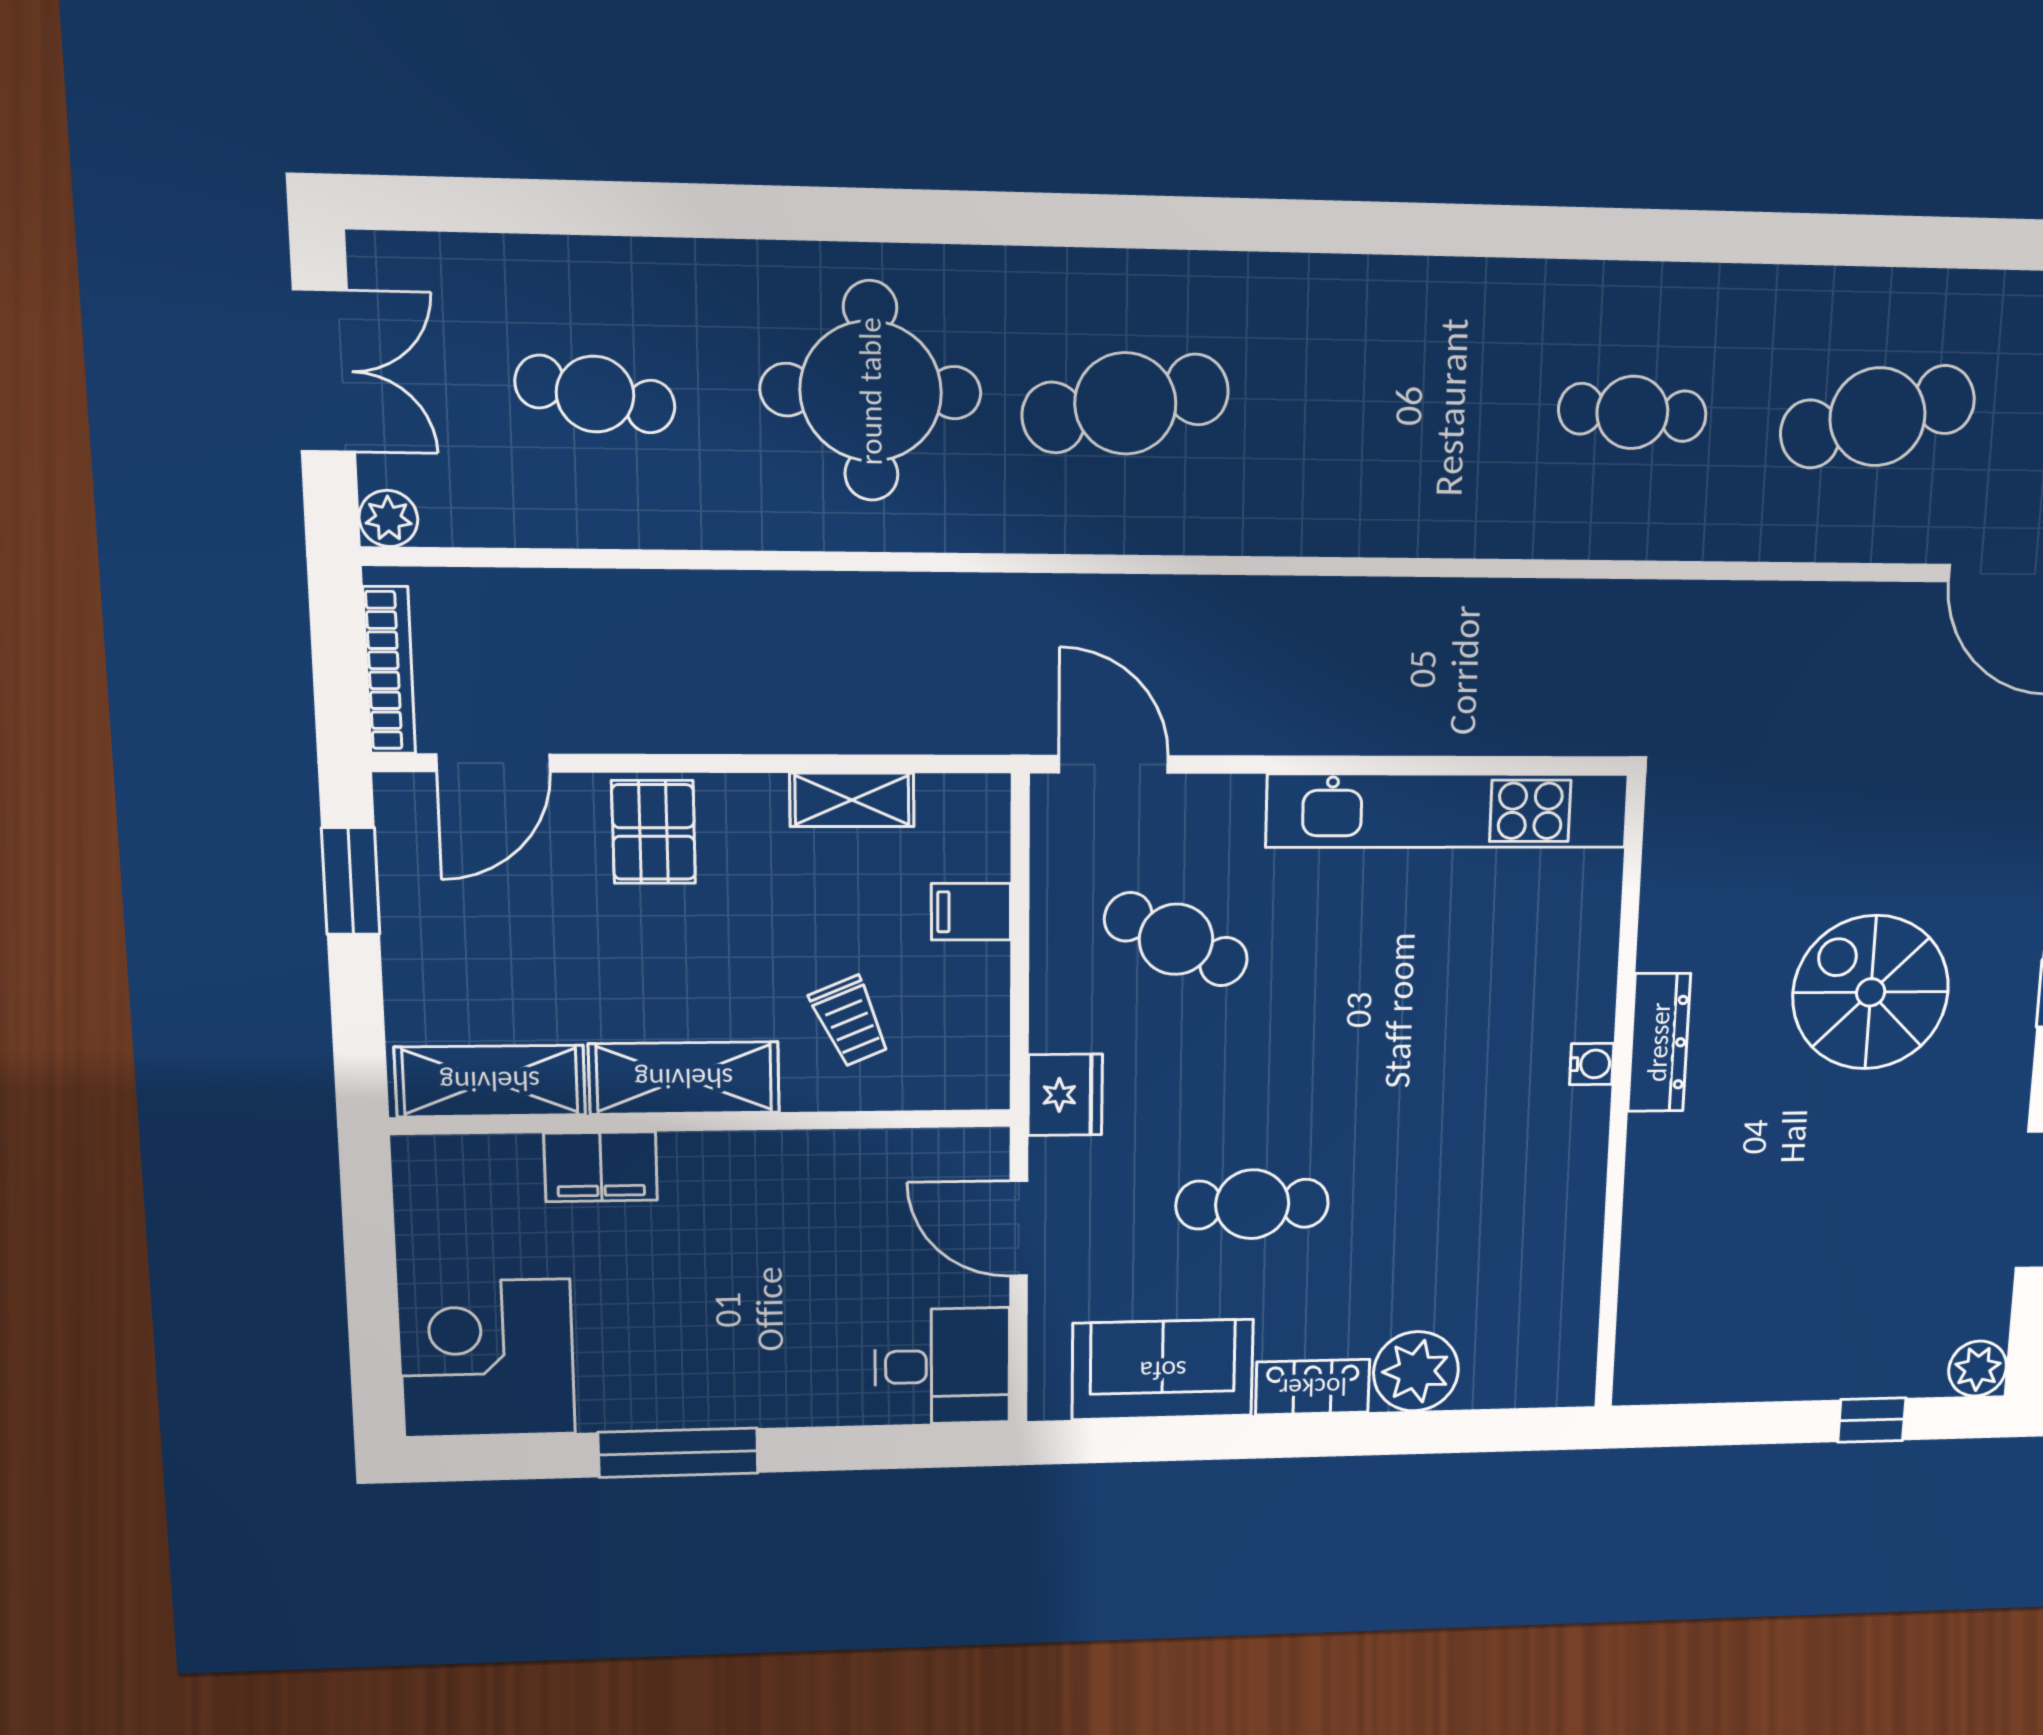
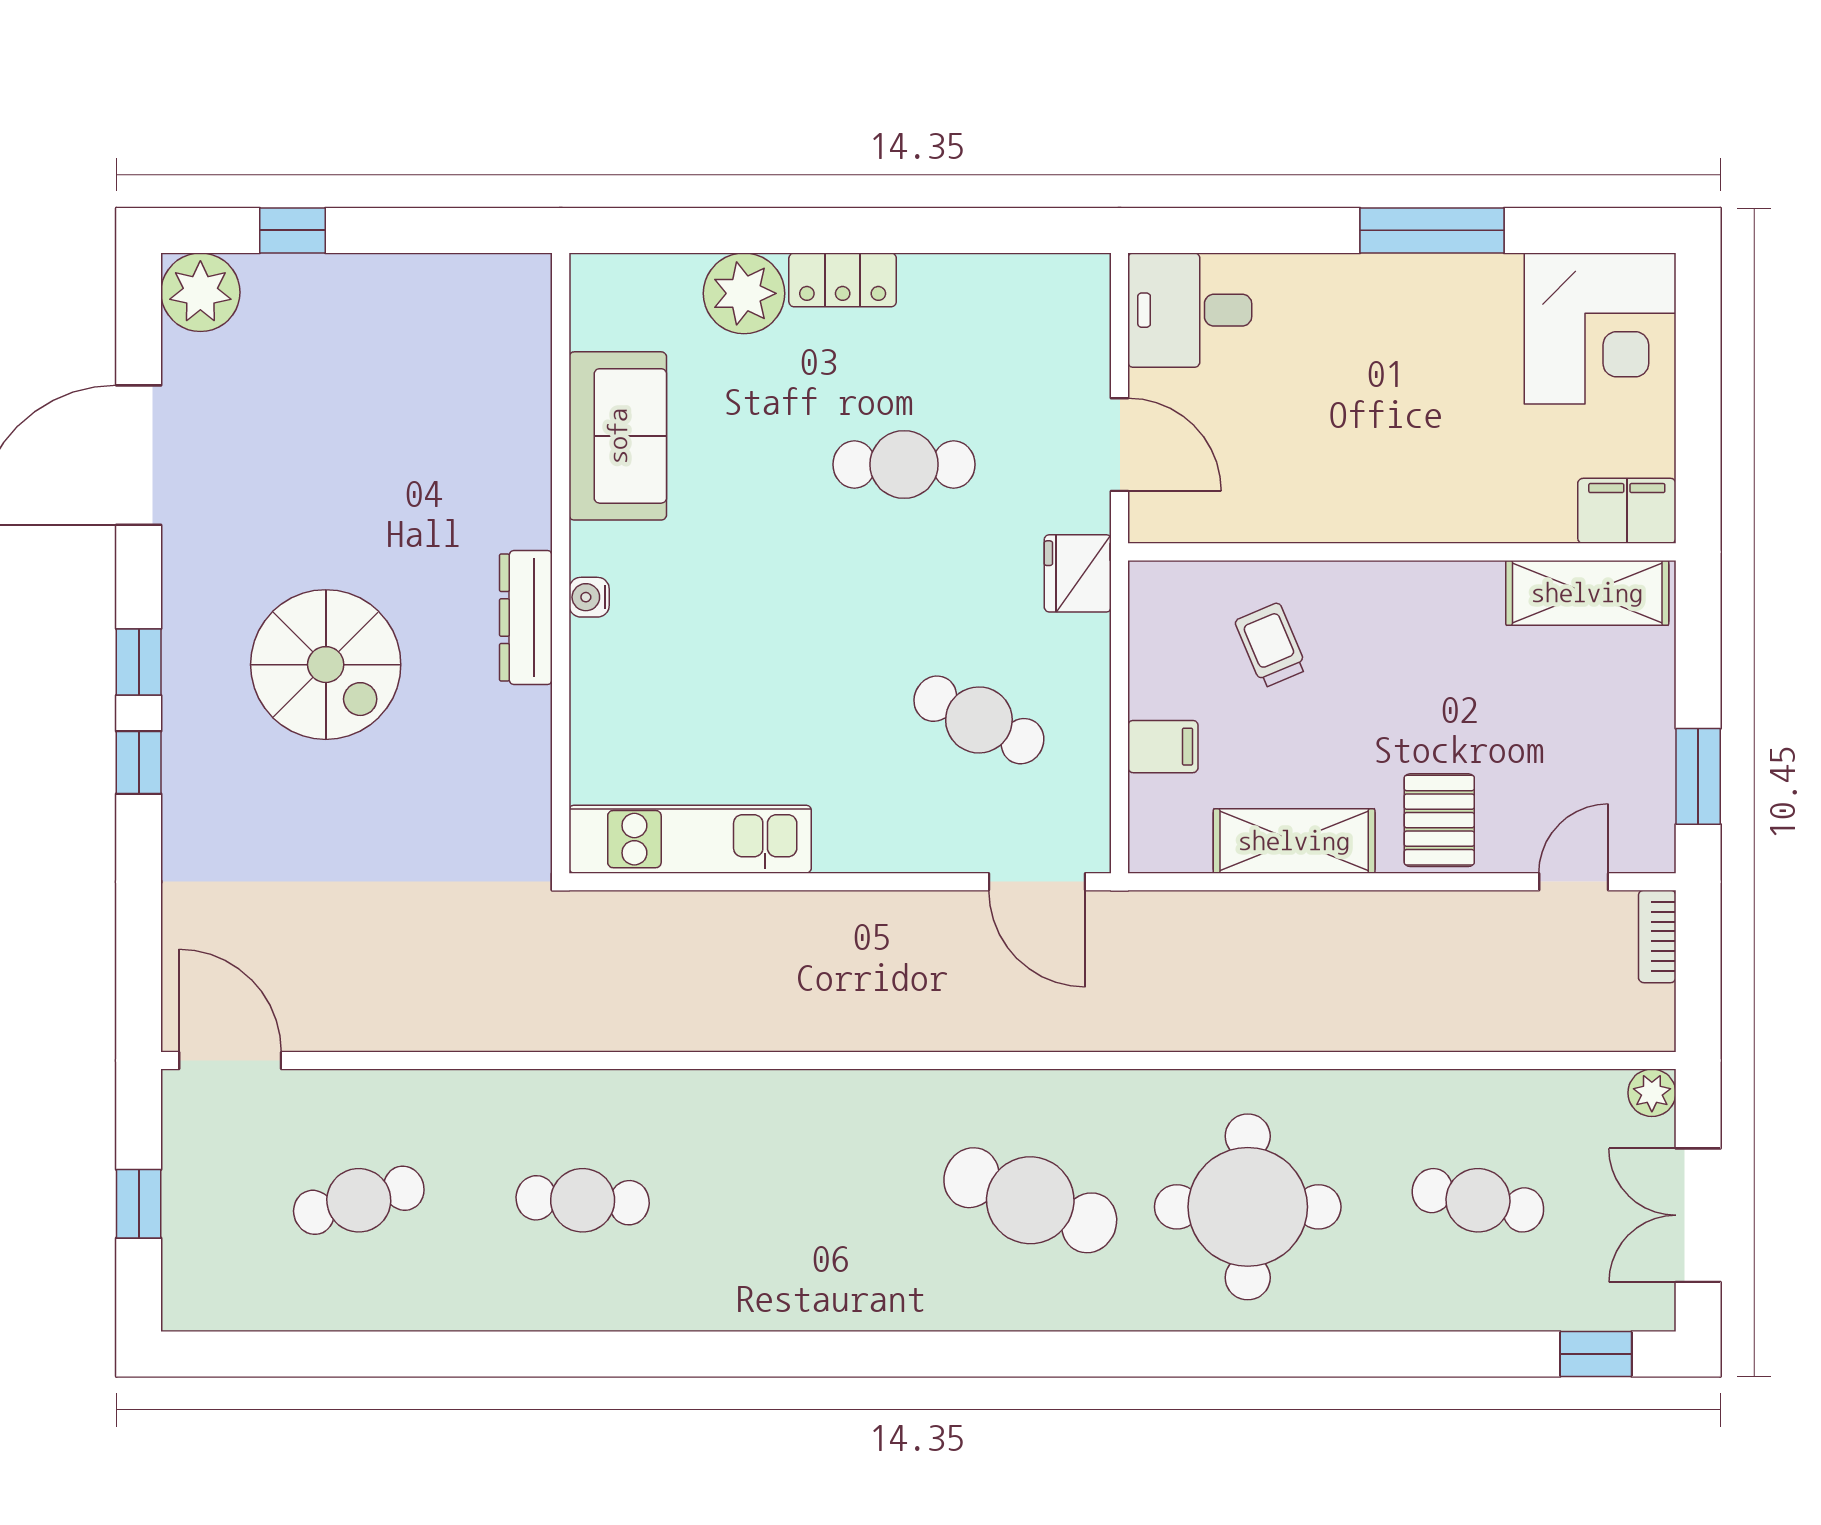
window: (443, 204) -> (1596, 1354), added
cafe table: (1125, 403) -> (1030, 1200), turned 33
cafe table: (1878, 417) -> (359, 1200), width x0.73, depth x0.74
bookcase: (389, 670) -> (1657, 936), width x0.64
door: (493, 763) -> (1574, 882), width x0.73
shelving: (852, 800) -> (1294, 841), width x1.50, depth x1.33
kitchen unit: (1448, 811) -> (690, 839), width x0.73
shelving: (684, 1078) -> (1418, 593), removed
filing cabinet: (601, 1167) -> (1627, 511), moved
plant: (1978, 1369) -> (200, 292), width x1.36, depth x1.36
sofa: (1163, 1370) -> (618, 436), moved, turned -90

